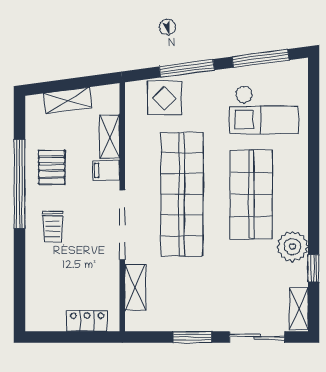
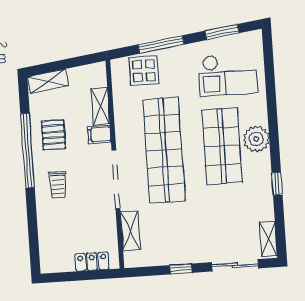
window: (261, 58) -> (222, 32), width x0.69
shelving: (68, 100) -> (48, 81), moved
plant: (292, 247) -> (256, 139), moved
window: (314, 268) -> (277, 184), moved
window: (192, 337) -> (181, 269), width x0.67

